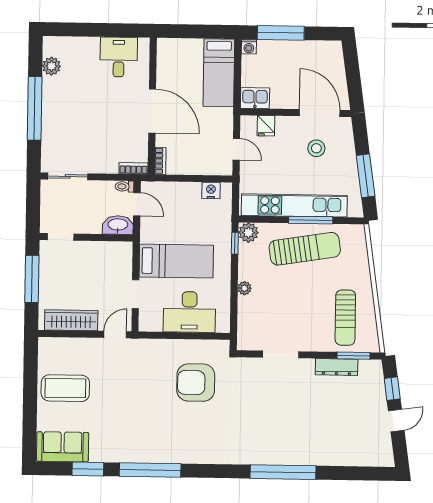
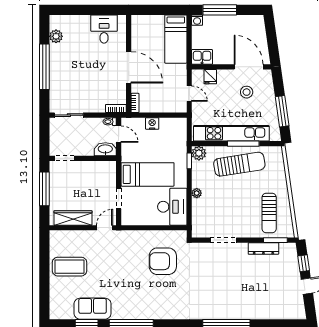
nightstand: (211, 190) -> (152, 124), moved
desk: (189, 312) -> (172, 207), moved, turned -90
sofa: (63, 447) -> (93, 309), moved

